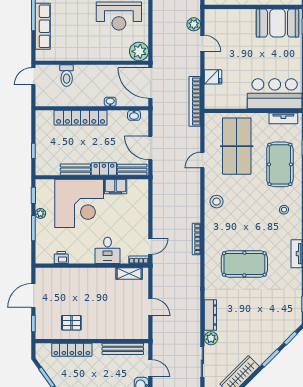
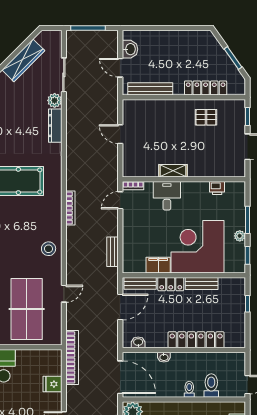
toilet: (87, 72) -> (189, 389), added
door: (150, 148) -> (120, 307), hinge flipped
bench: (158, 199) -> (113, 252), added
shelving: (129, 273) -> (173, 171), moved

